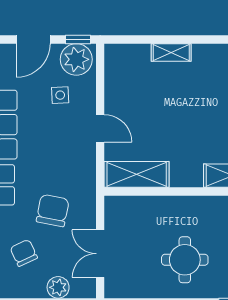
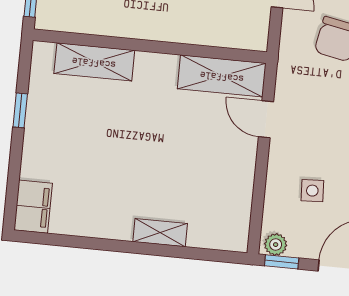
plant: (76, 59) -> (276, 245), width x0.53, depth x0.53
door: (100, 128) -> (266, 119), moved

